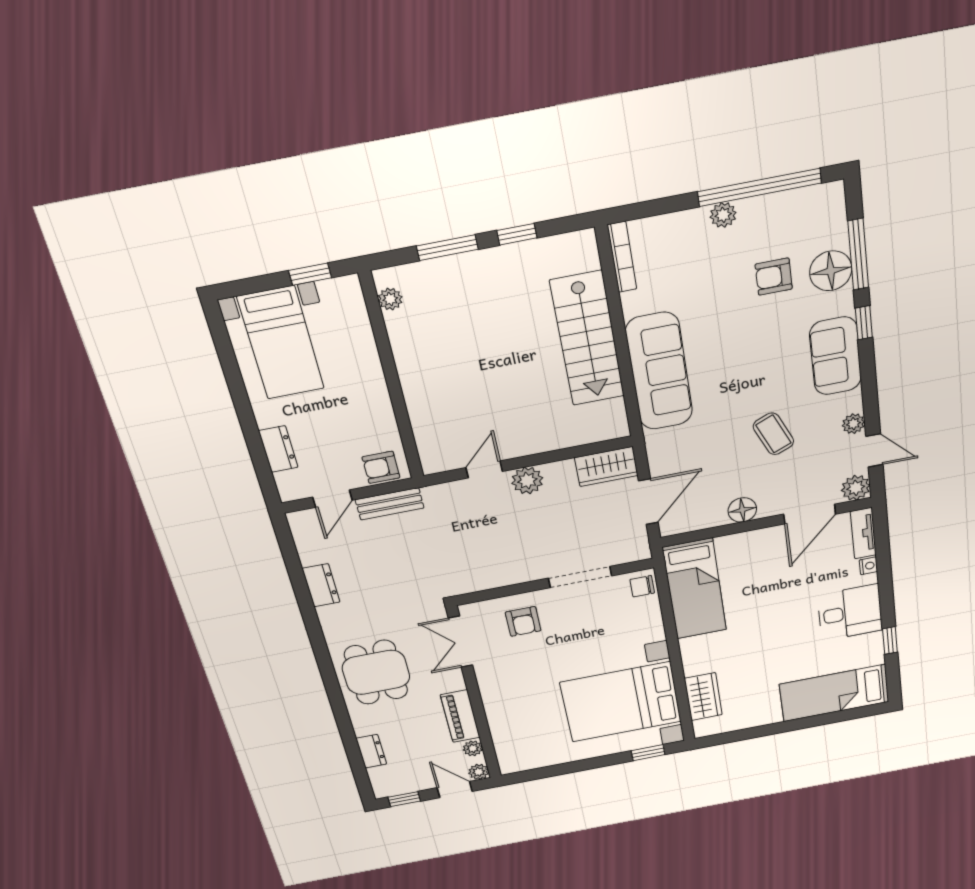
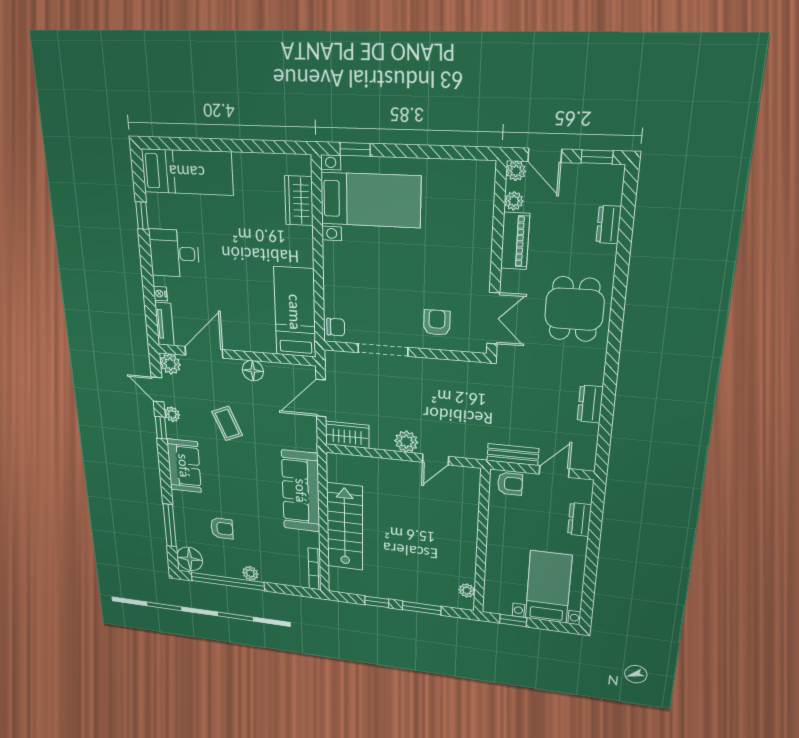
floor lamp: (831, 271) -> (190, 559), moved
window: (864, 323) -> (161, 428), moved
bed with nightstands: (621, 702) -> (370, 200), width x0.73

